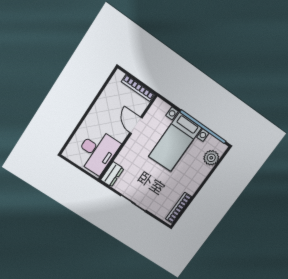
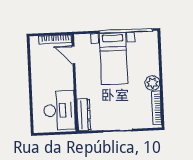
door: (136, 125) -> (73, 55), moved
plant: (211, 158) -> (152, 83), moved
dresser: (112, 174) -> (84, 115), width x1.44

